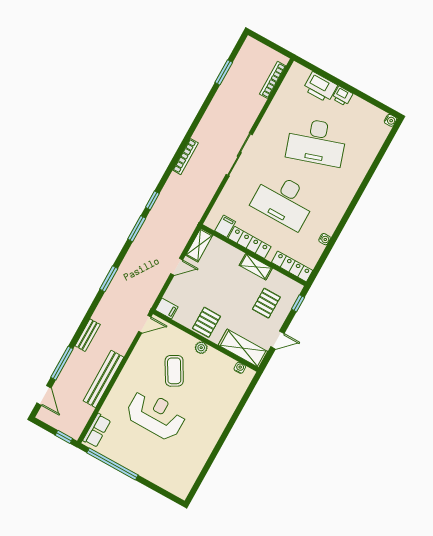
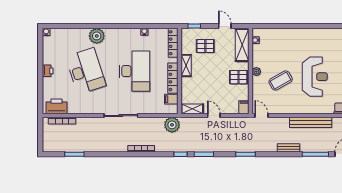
printer: (320, 87) -> (57, 106), moved, turned -90
plant: (352, 179) -> (97, 36), added
plant: (194, 210) -> (172, 125), added
reception desk: (156, 415) -> (315, 77), turned 180

